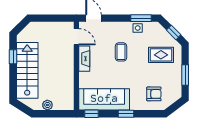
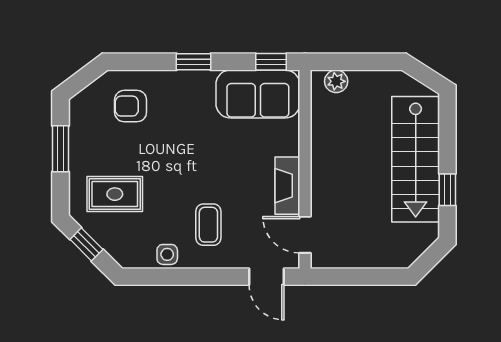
window: (141, 18) -> (160, 277), removed
coffee table: (121, 52) -> (208, 225), moved
sofa: (104, 99) -> (258, 94), width x0.73
plant: (47, 105) -> (336, 81), moved

